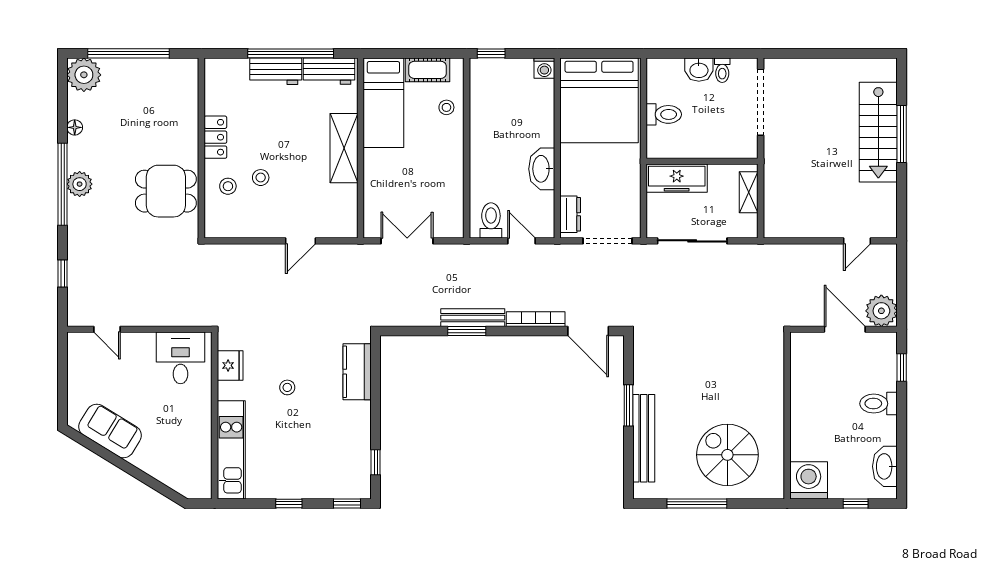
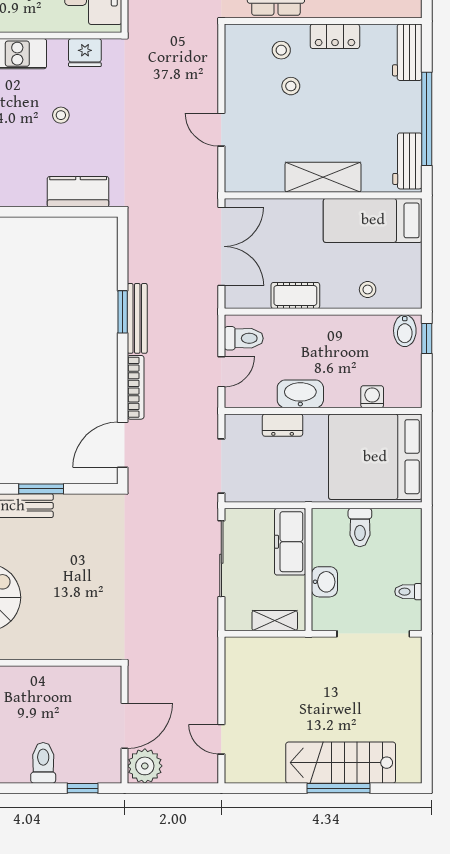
washing machine: (544, 68) -> (372, 397), moved, turned 90
cot: (428, 70) -> (295, 296), moved, turned 90
washbasin: (699, 70) -> (324, 582), moved, turned 180
workbench: (276, 71) -> (407, 52), moved
bidet: (484, 73) -> (405, 331), added
dresser: (570, 214) -> (283, 425), moved
double door: (407, 241) -> (221, 246), width x1.37

